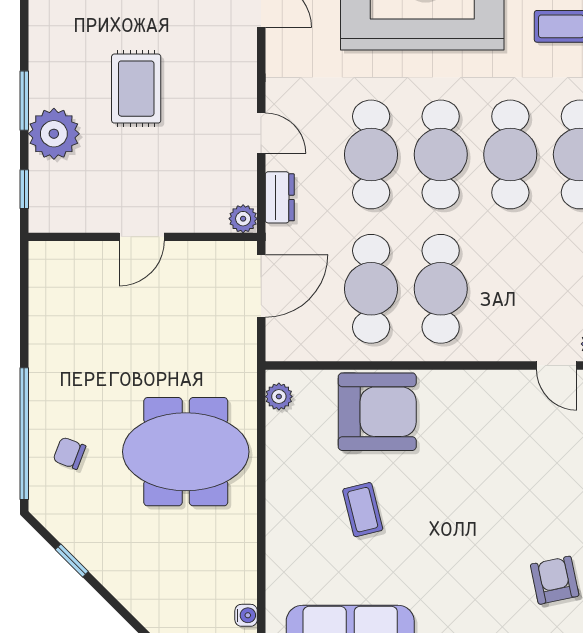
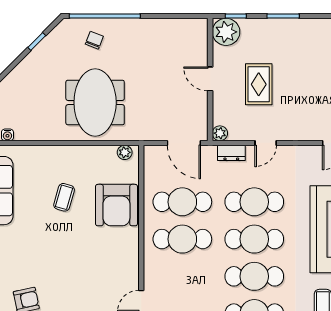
rug: (136, 89) -> (259, 84), moved, turned 90
plant: (54, 134) -> (226, 32), moved
coffee table: (363, 510) -> (64, 197), turned -60

